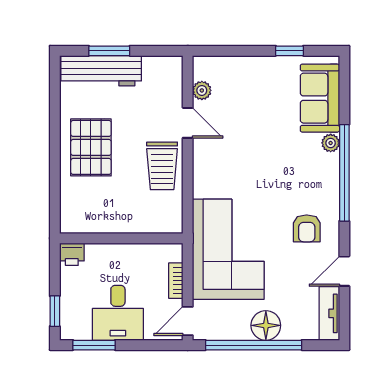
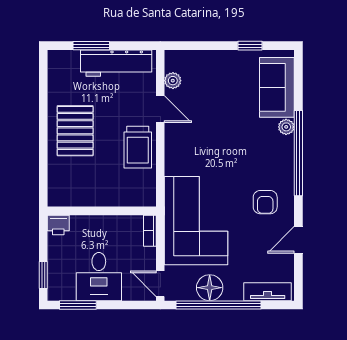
workbench: (101, 71) -> (116, 63), moved
bookcase: (176, 281) -> (150, 231), moved
tv unit: (329, 313) -> (268, 292), moved, turned 90
door: (188, 321) -> (160, 284), hinge flipped
floor lamp: (266, 325) -> (210, 288), moved

